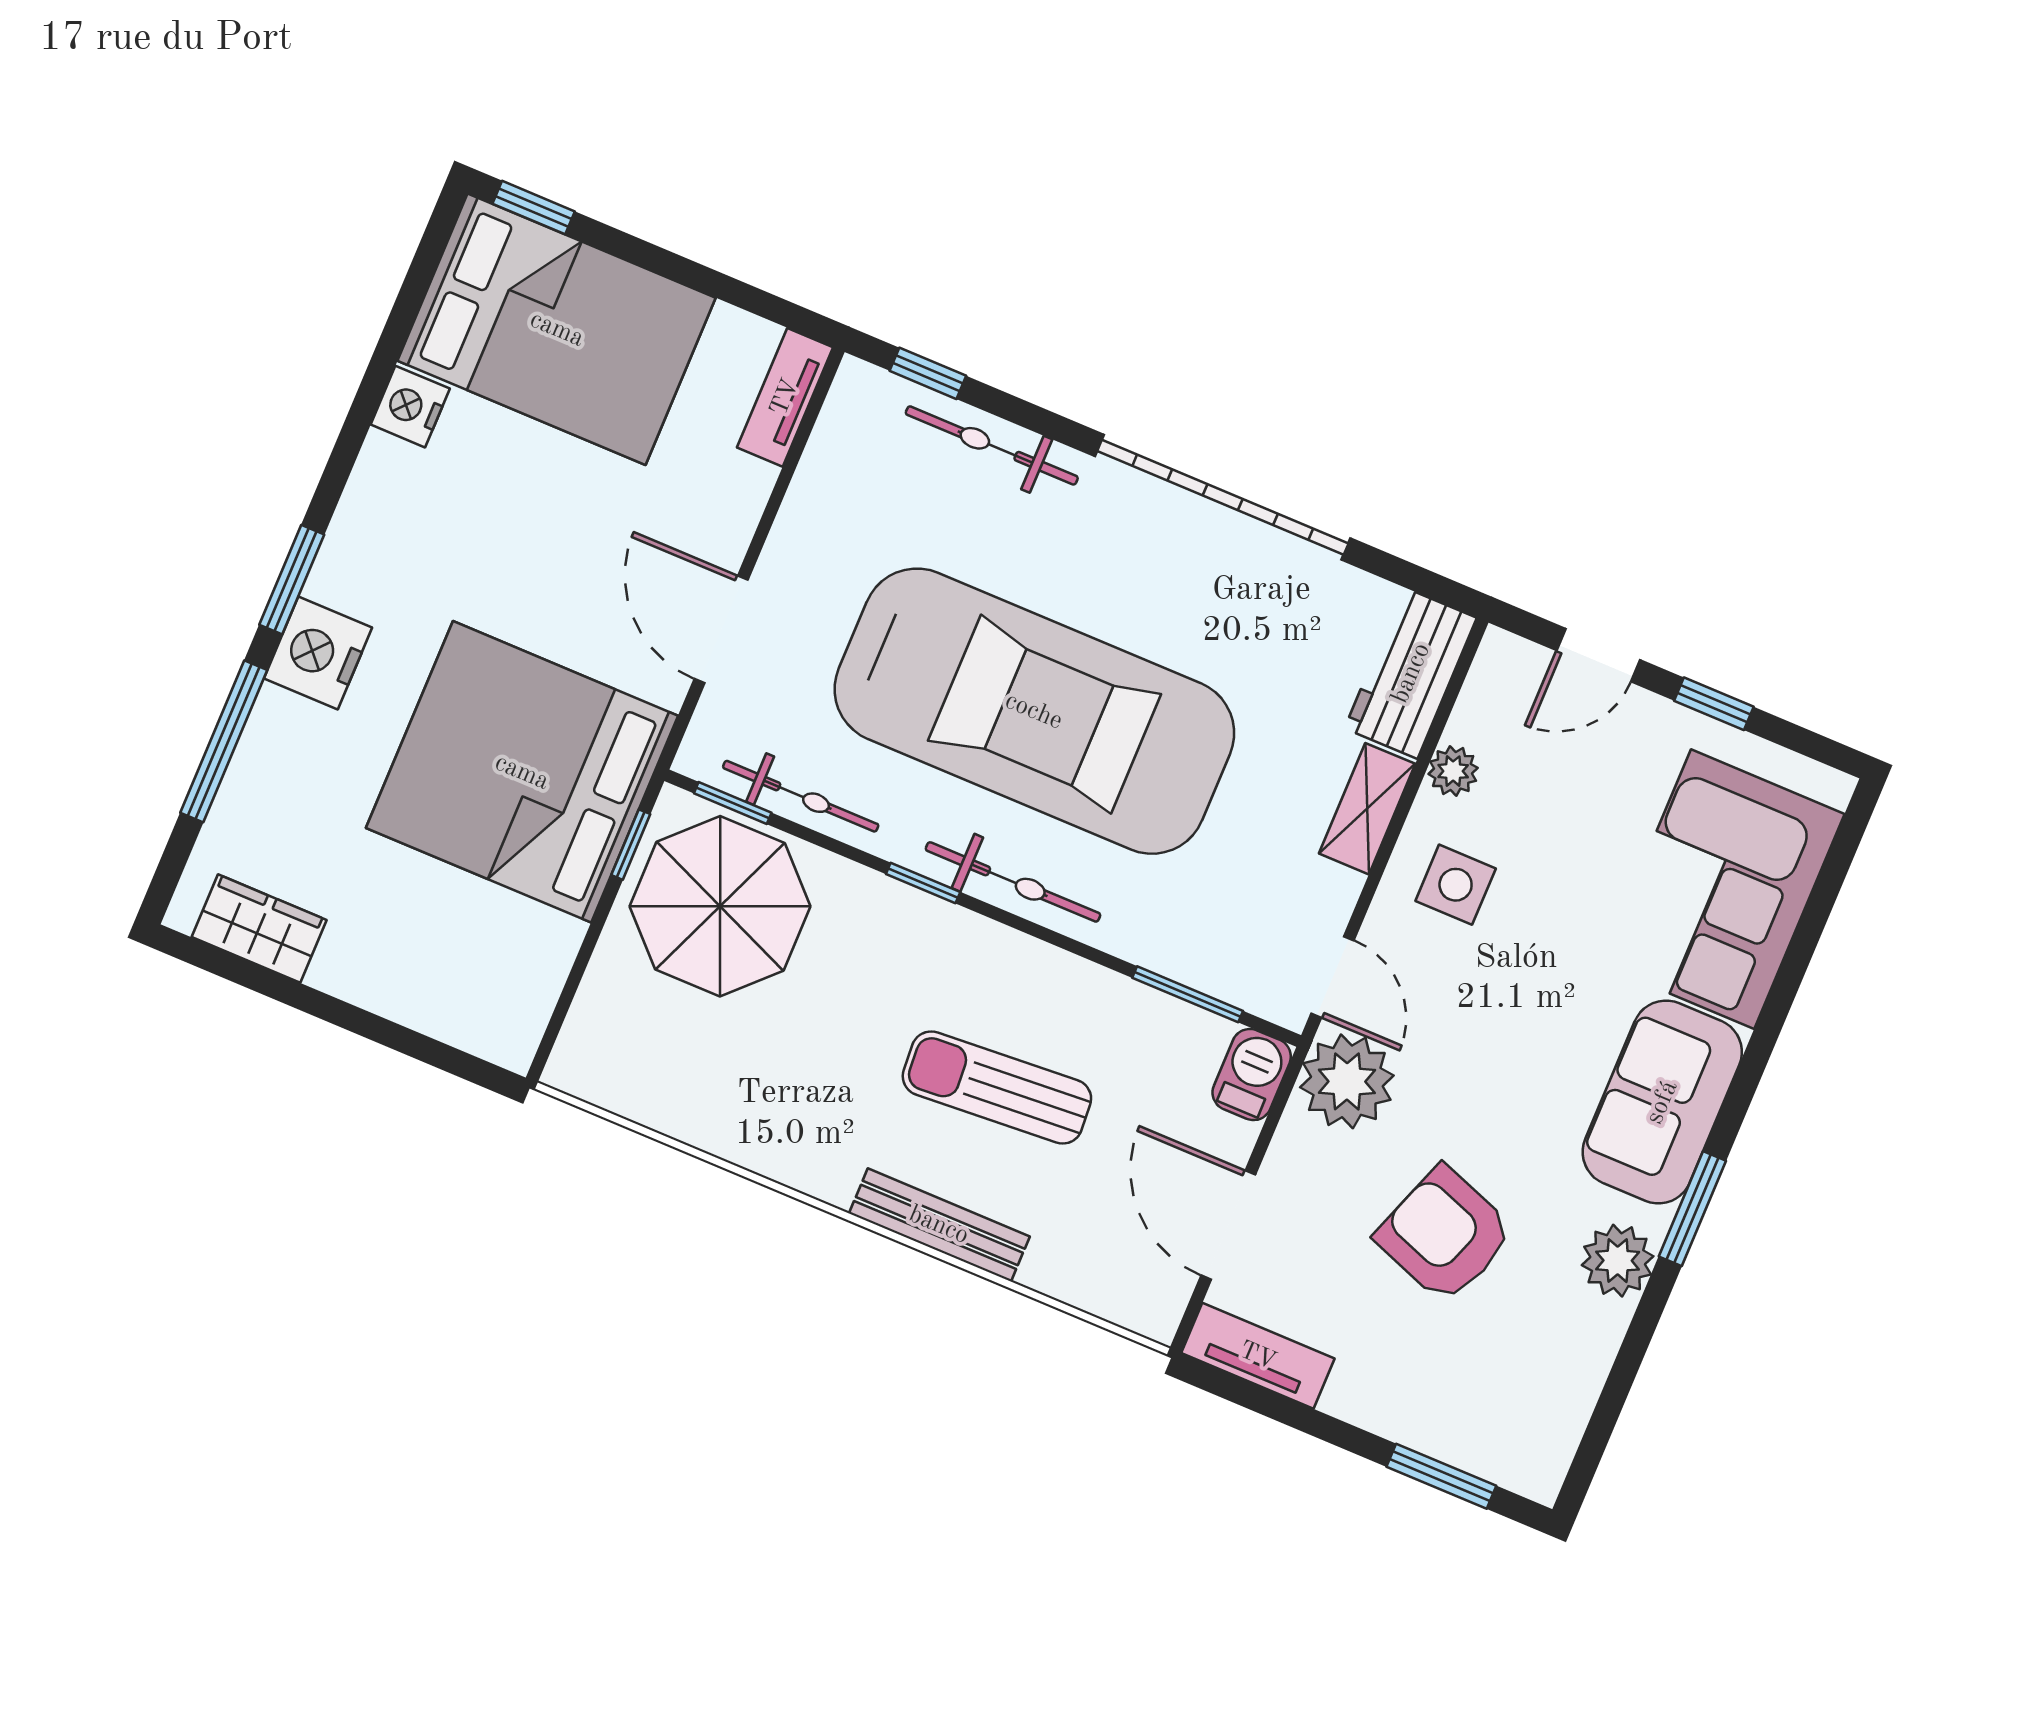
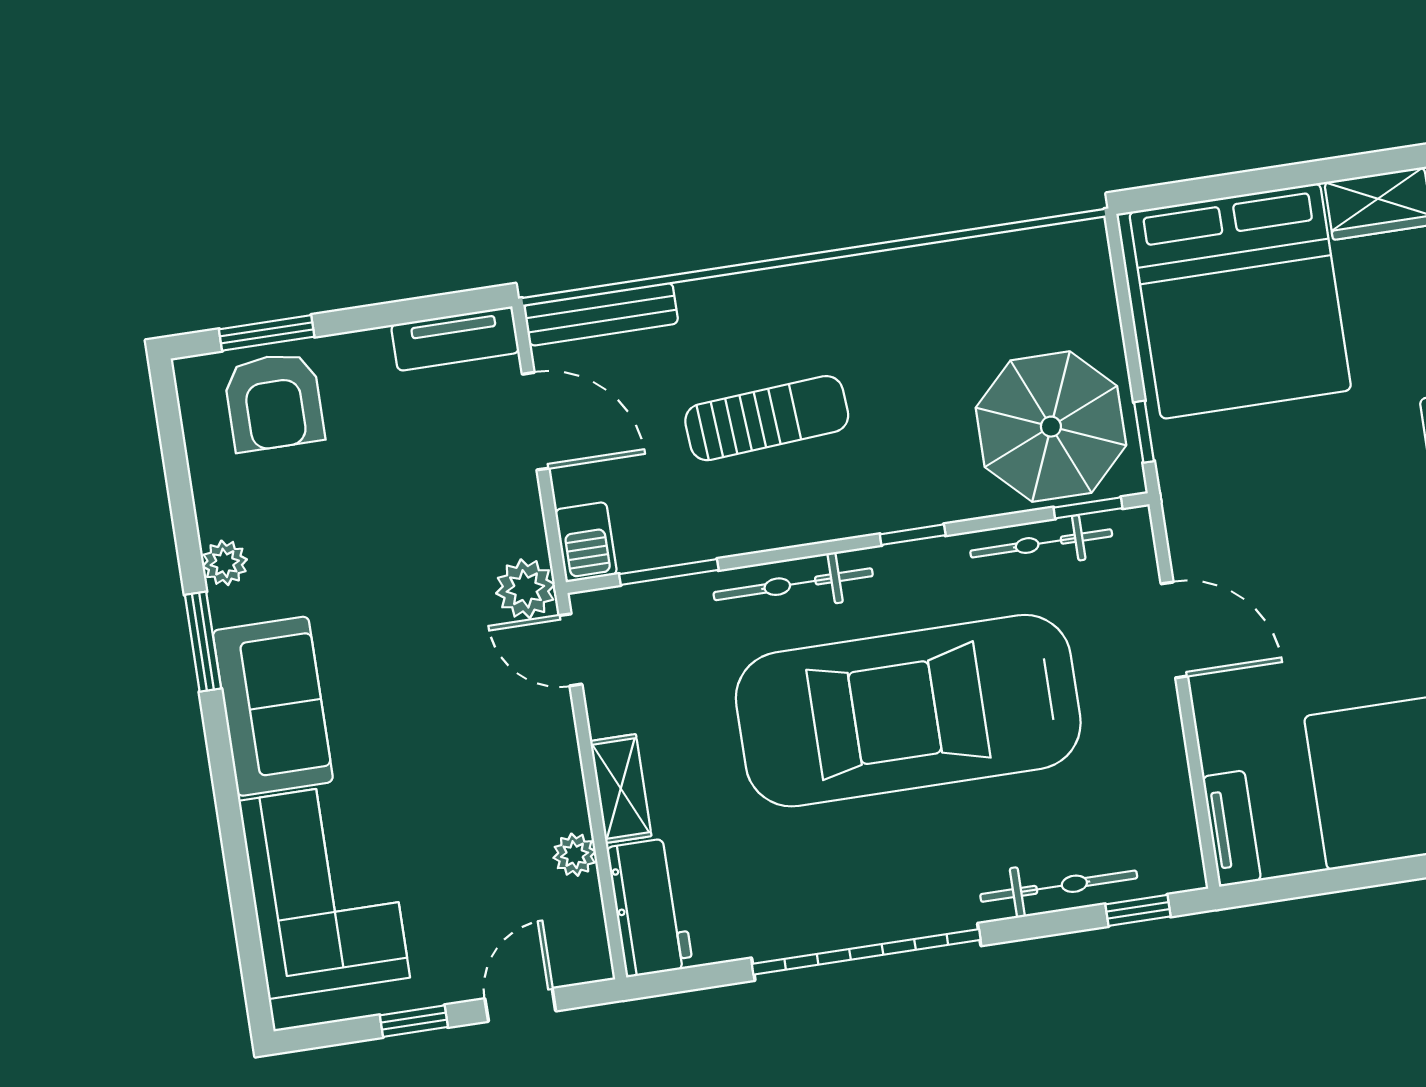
bed: (522, 772) -> (1240, 301), moved, turned 90
bicycle: (1013, 882) -> (793, 584), moved
side table: (1456, 885) -> (522, 773), removed
plant: (1347, 1081) -> (525, 589), width x0.73, depth x0.73
bench: (939, 1225) -> (601, 314), moved
armchair: (1445, 1235) -> (274, 402), moved, turned 70
plant: (1618, 1261) -> (225, 563), width x0.73, depth x0.73

